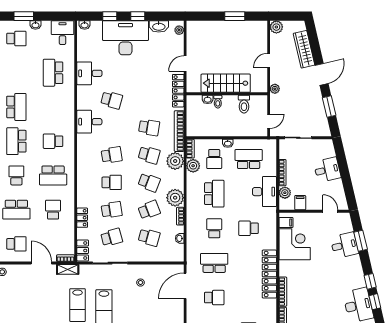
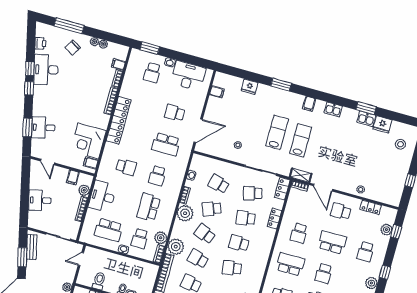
bench: (322, 120) -> (32, 247), added
school desk: (214, 159) -> (140, 239), turned 180

